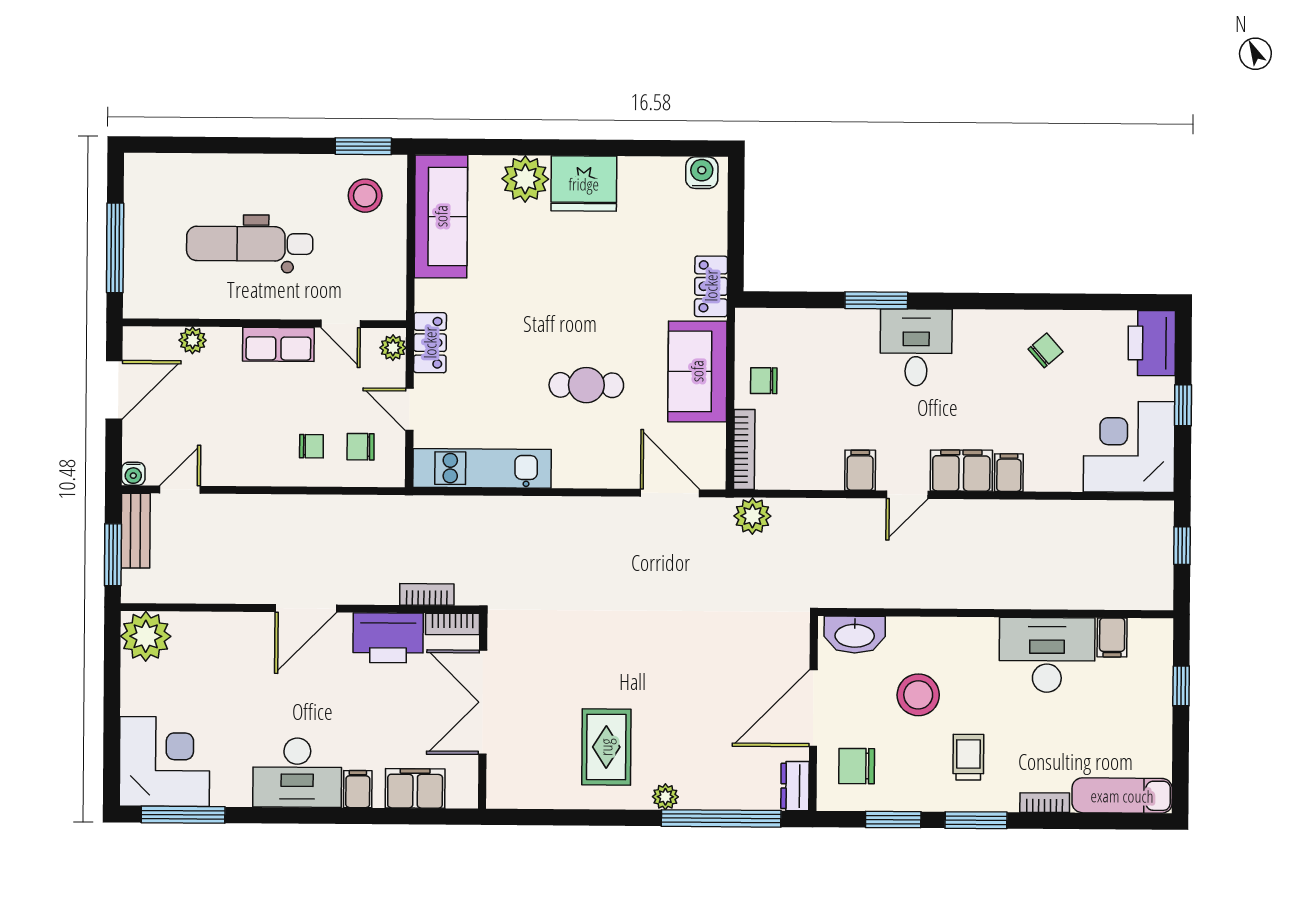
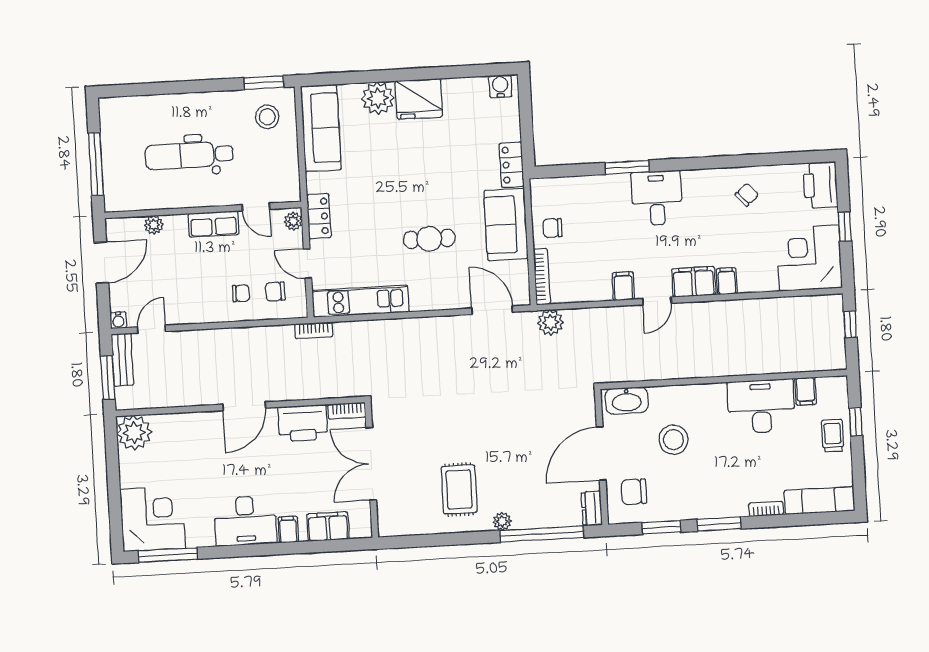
bookcase: (427, 594) -> (314, 330), moved, turned 180
trolley: (968, 757) -> (833, 436), moved

